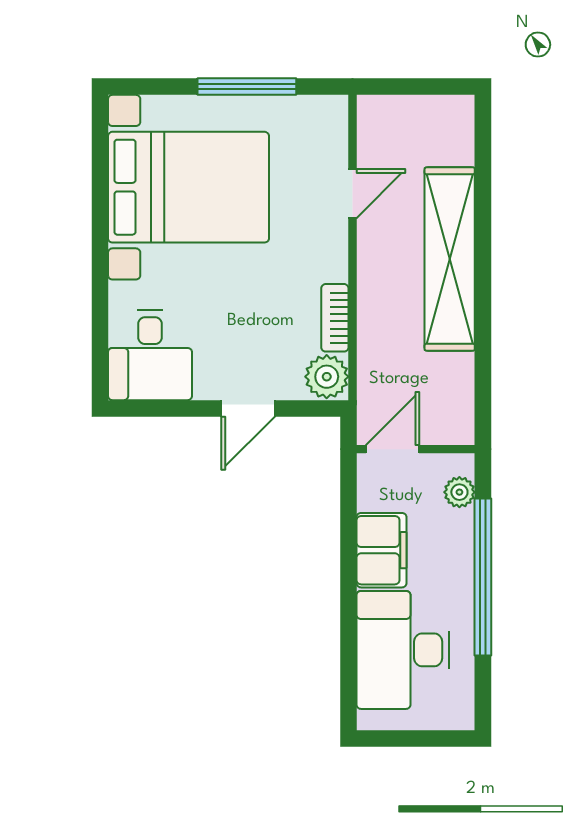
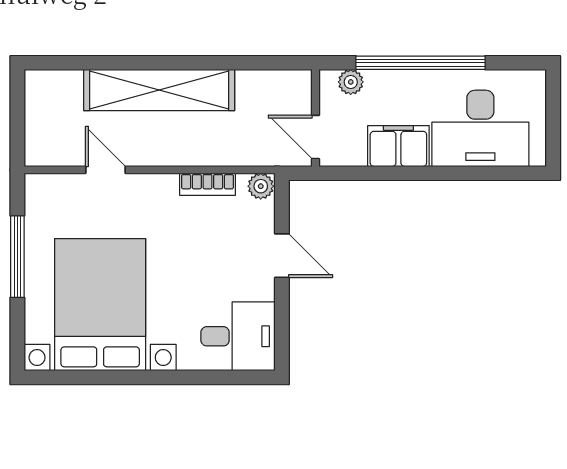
plant: (327, 377) -> (261, 186), width x0.73, depth x0.73

